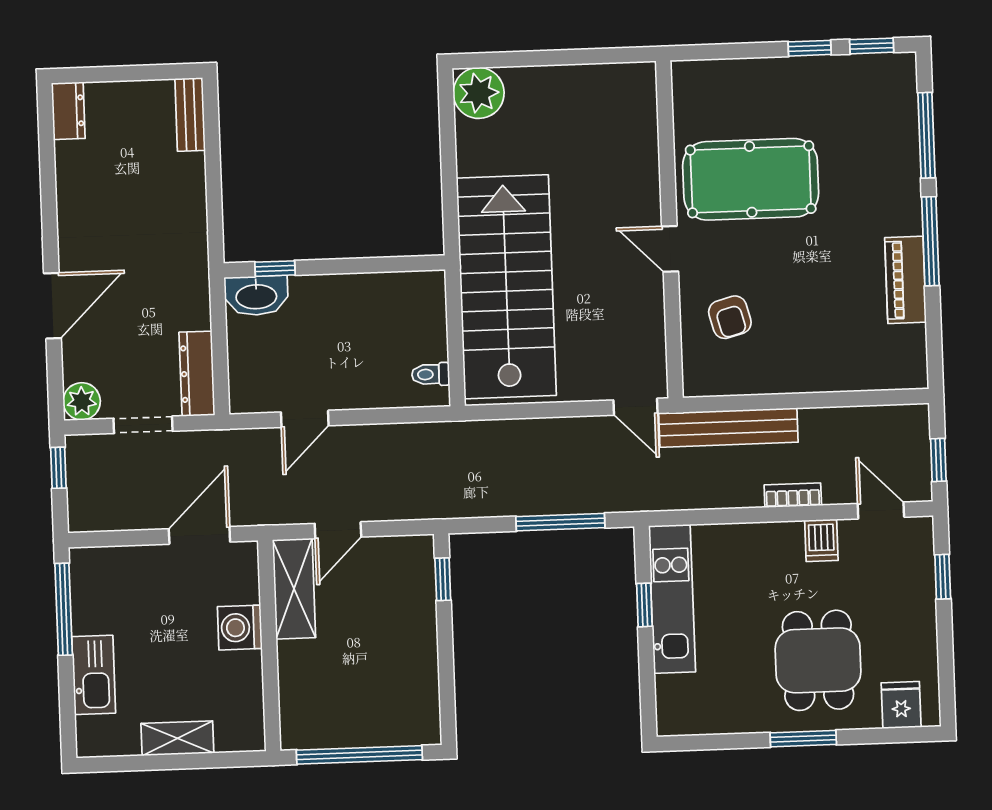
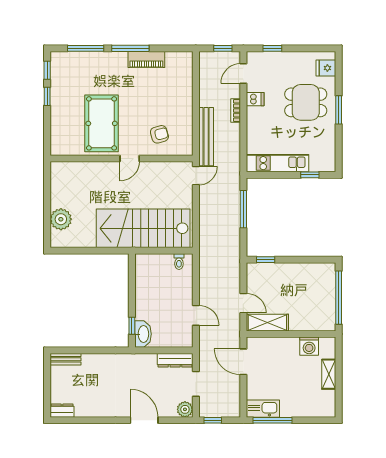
plant: (479, 93) -> (61, 219), moved
window: (644, 605) -> (310, 175), moved
washing machine: (240, 628) -> (309, 346), moved
kitchen sink: (94, 675) -> (263, 409), moved

